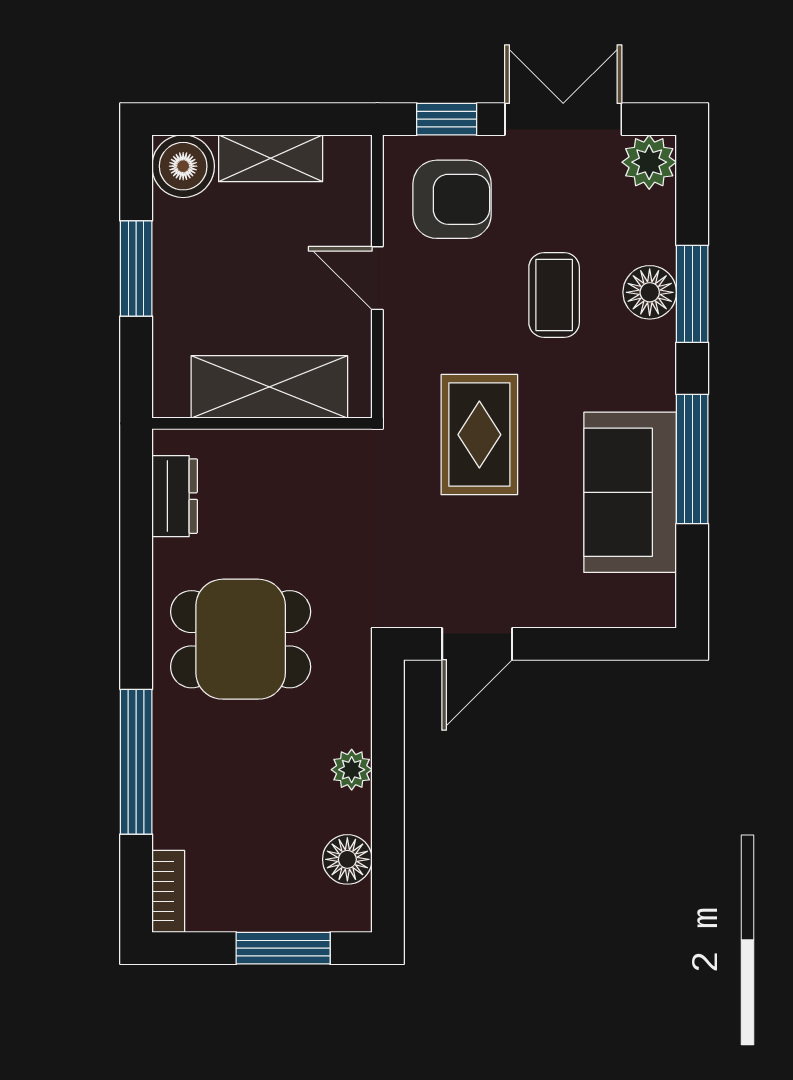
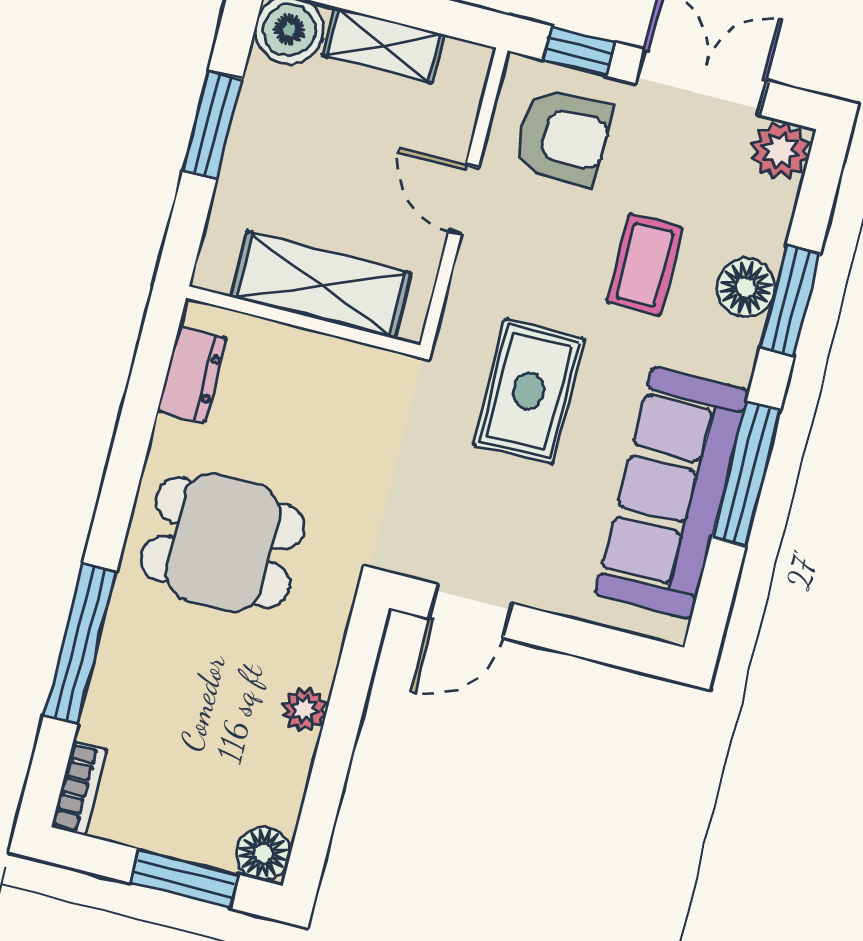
sofa: (630, 492) -> (672, 493), width x1.36
floor lamp: (347, 859) -> (263, 853), moved

